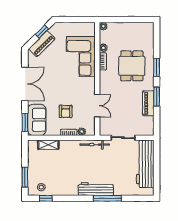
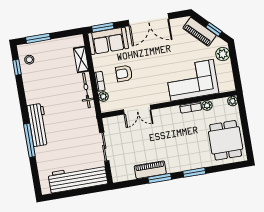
plant: (63, 28) -> (223, 54), added
dining table: (132, 66) -> (226, 140), moved, turned 90
bicycle: (95, 145) -> (86, 90), moved

